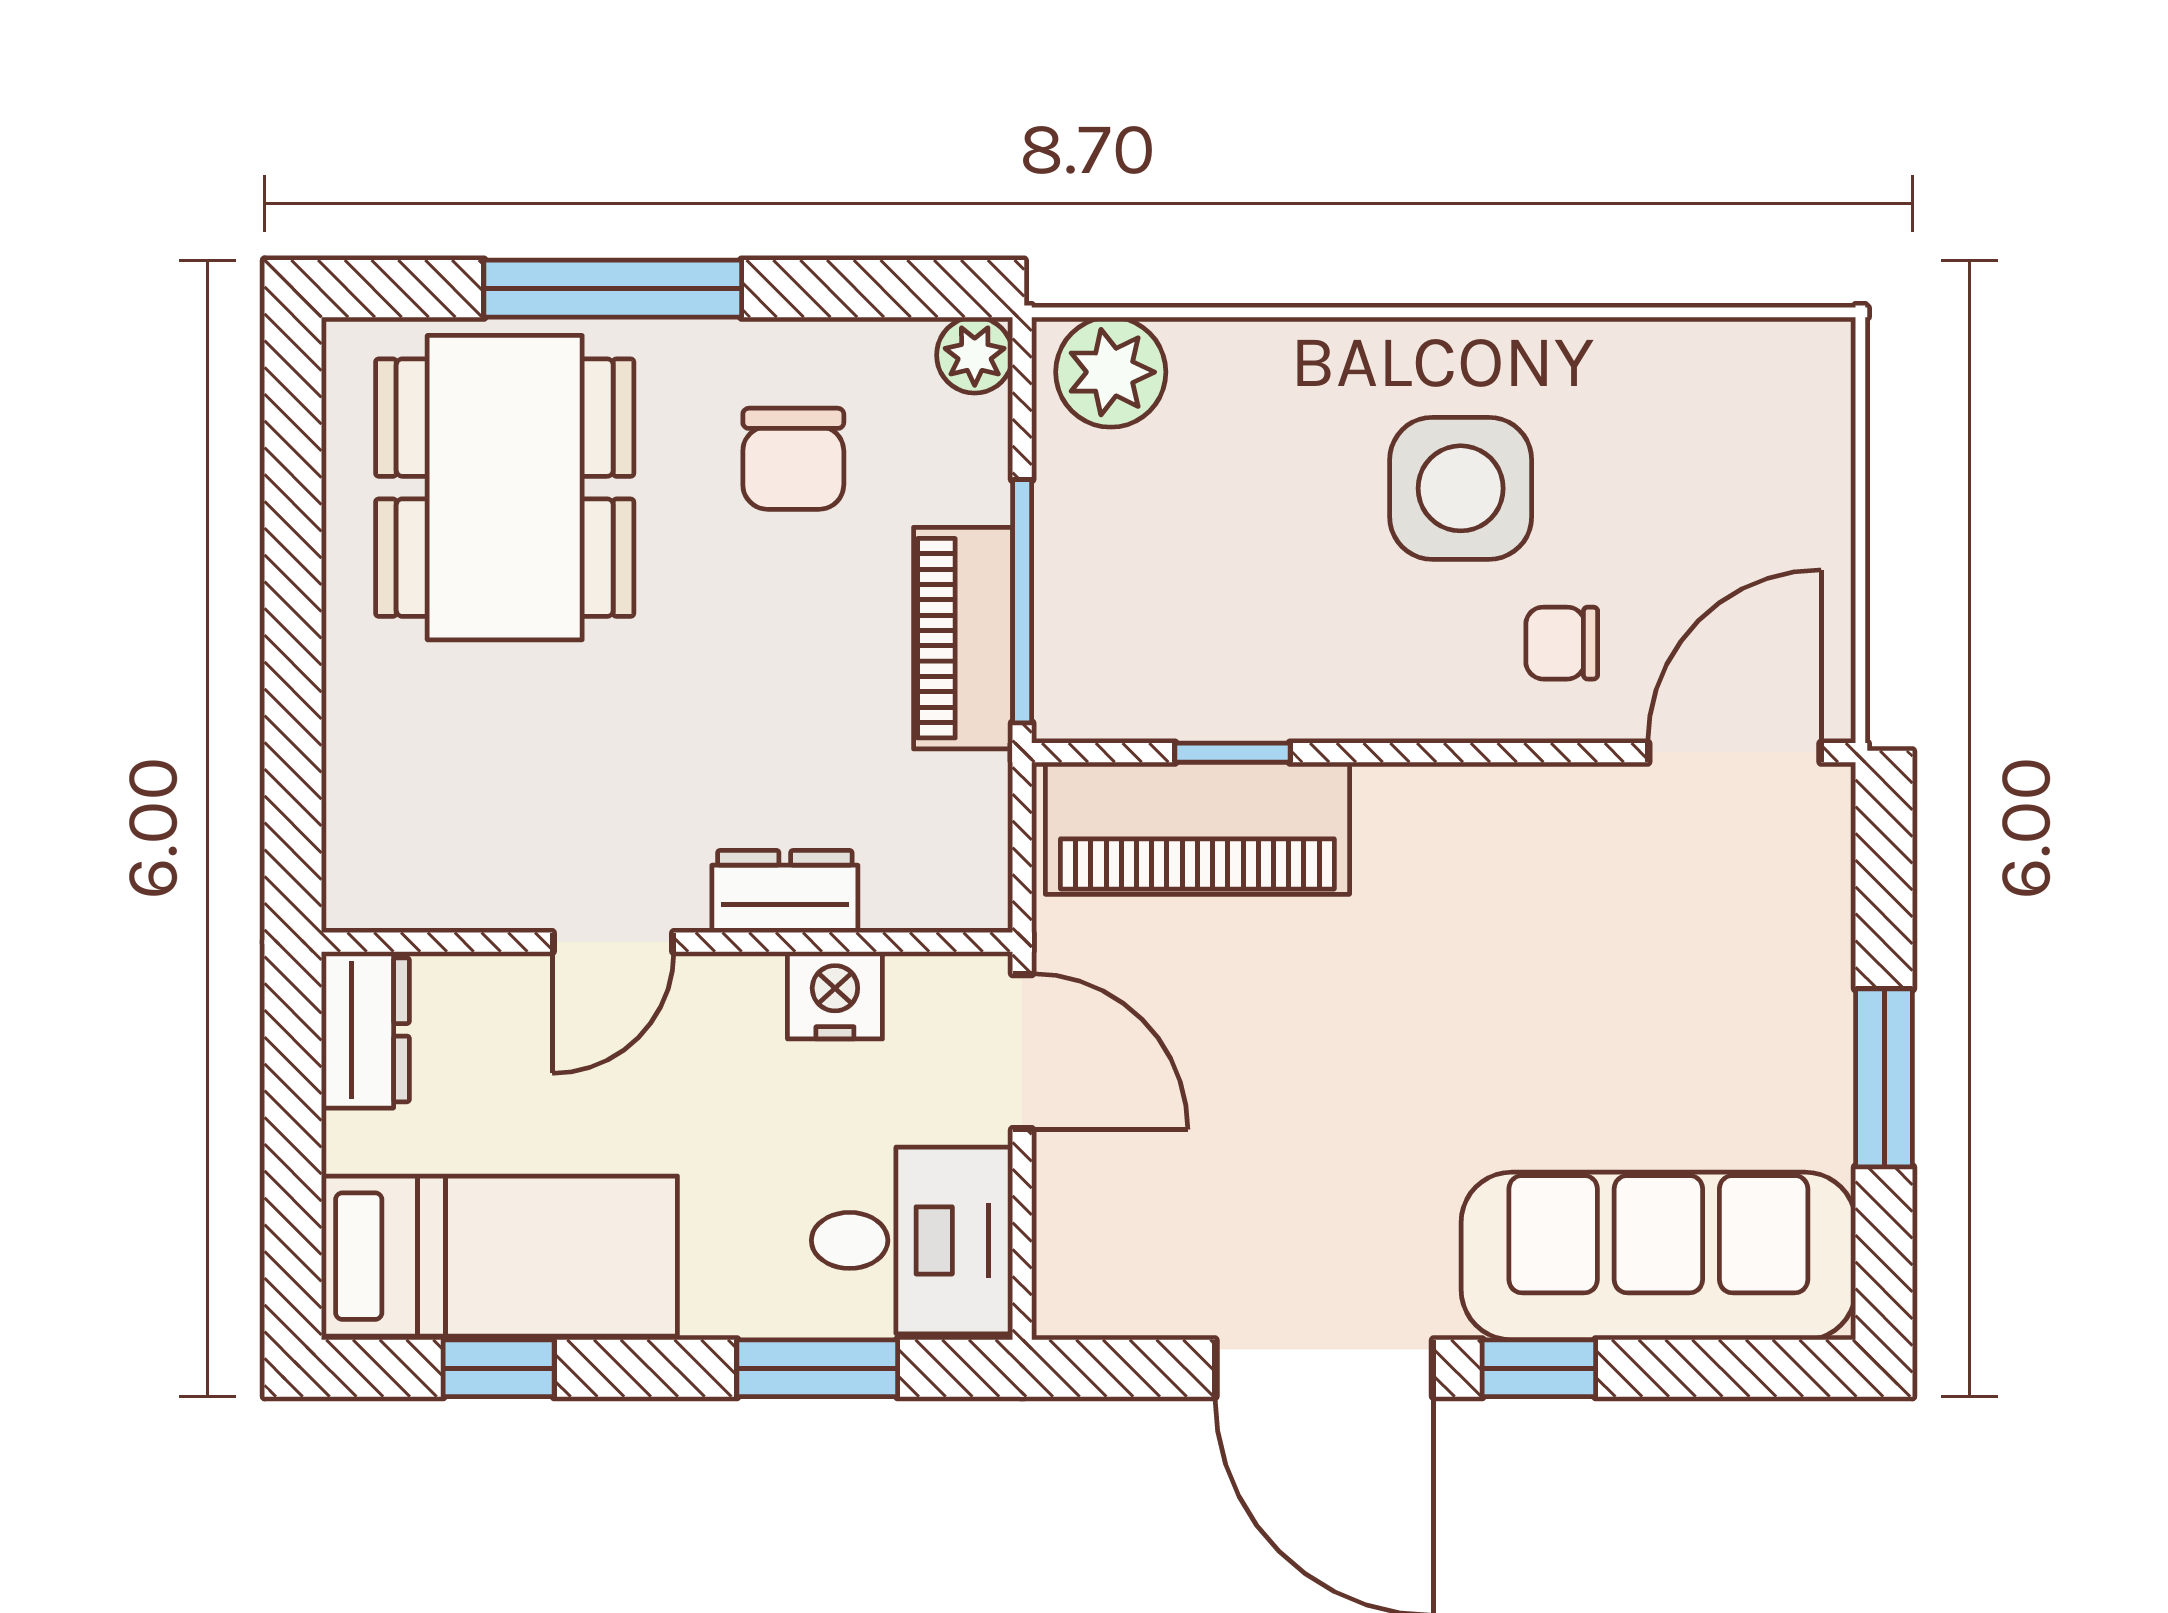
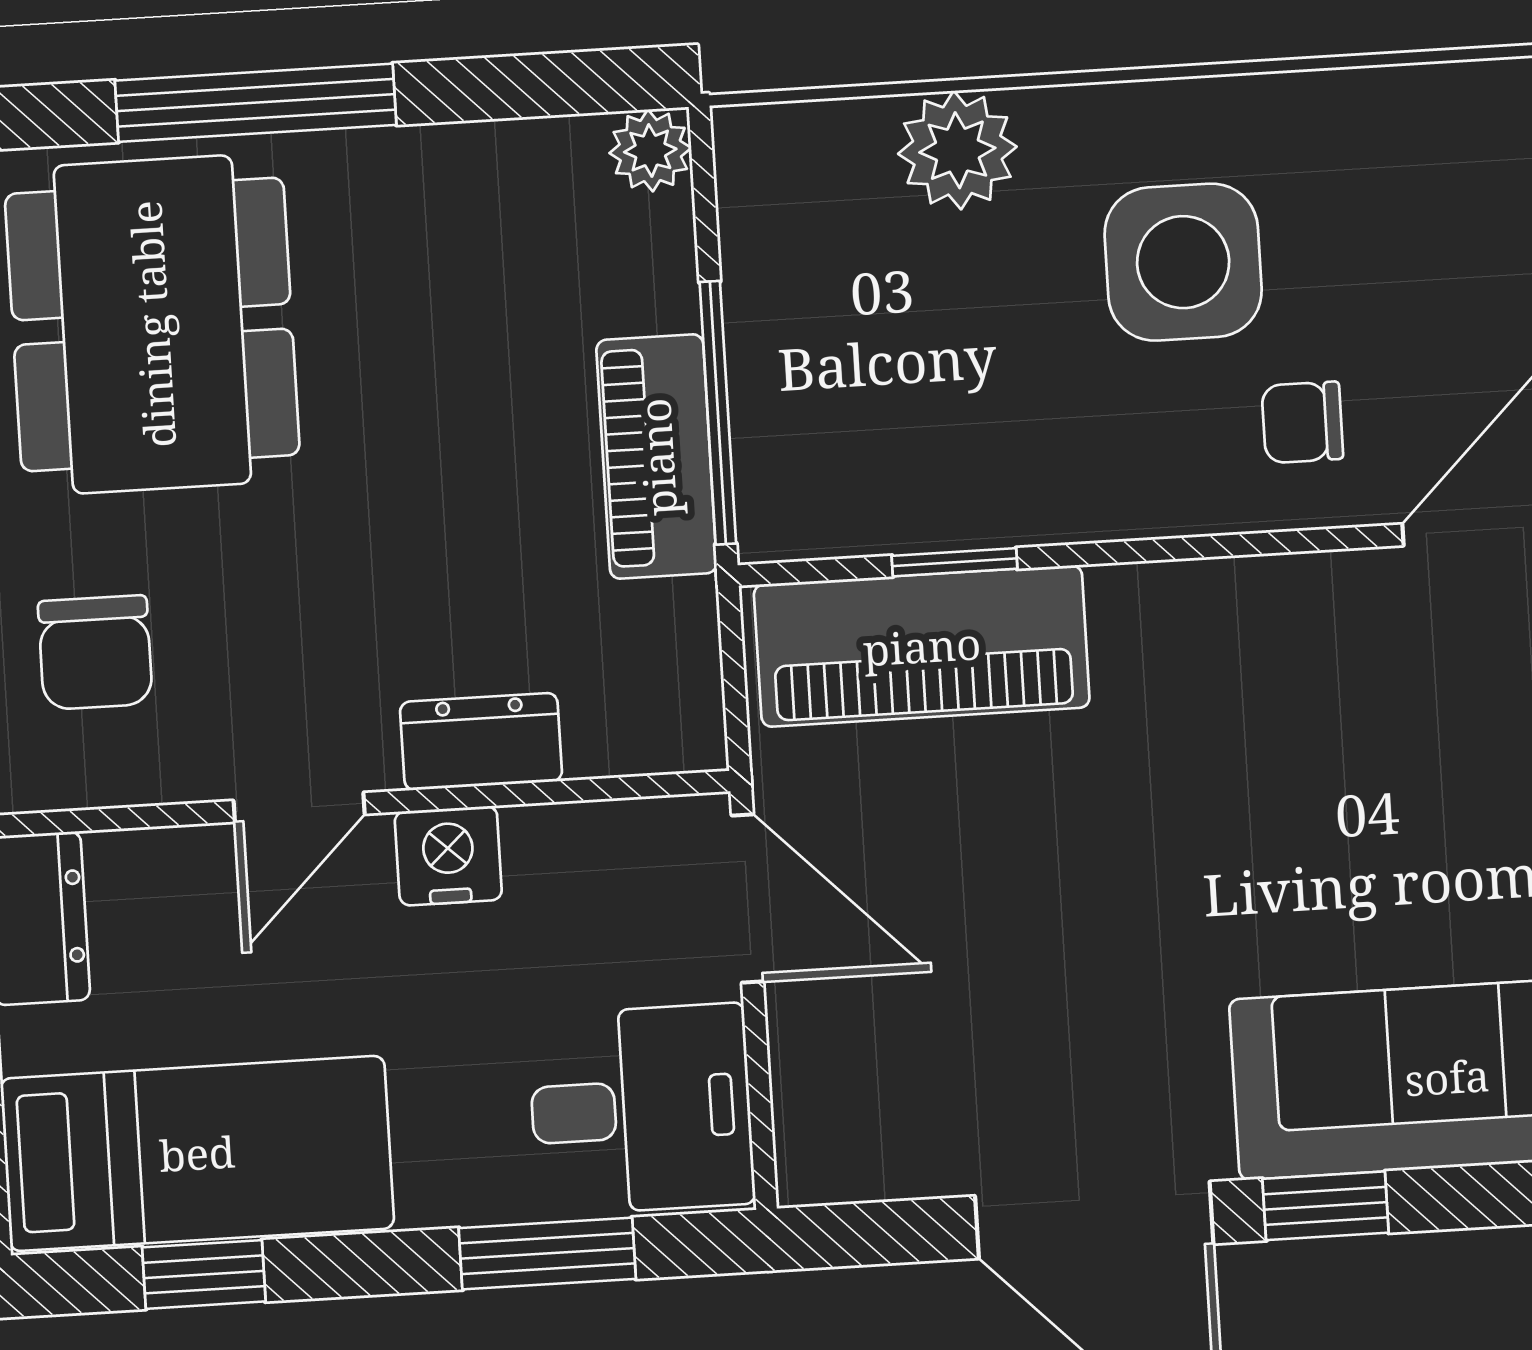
plant: (1111, 372) -> (957, 150), moved
chair: (793, 459) -> (95, 652), moved
nightstand: (835, 995) -> (448, 856), moved

